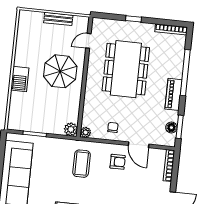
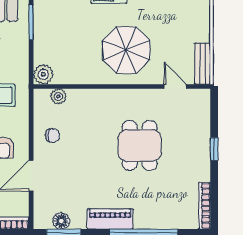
bench: (58, 19) -> (203, 64), moved
dining table: (126, 69) -> (140, 145), width x0.53, depth x0.80
plant: (86, 132) -> (58, 97), moved

